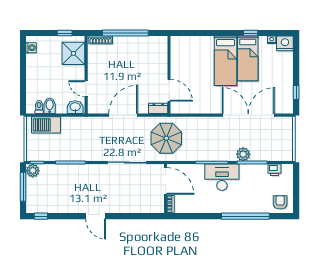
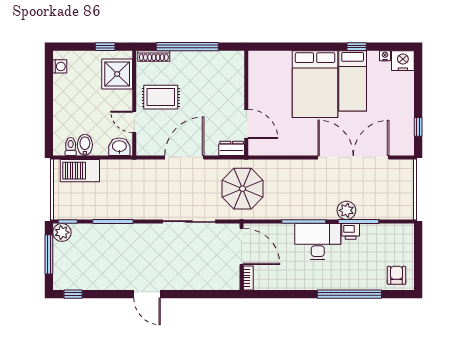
bed: (226, 61) -> (315, 84), width x1.50
rug: (106, 70) -> (161, 97), added
printer: (275, 170) -> (351, 231), moved

